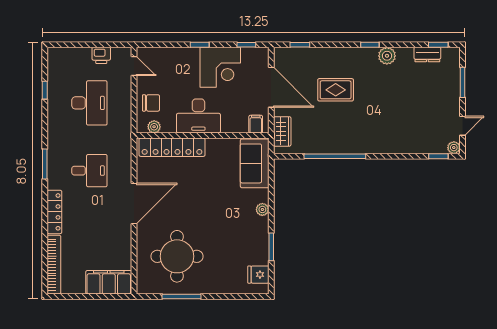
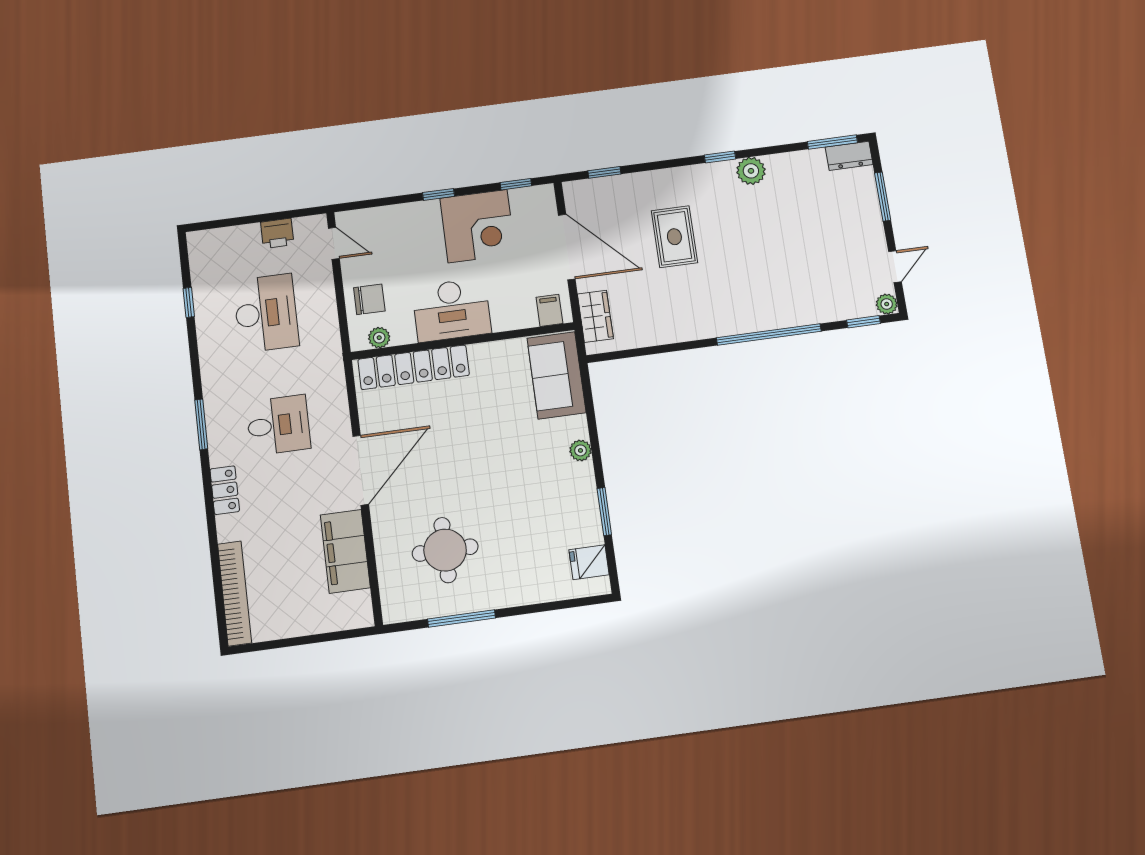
window: (438, 45) -> (832, 142), width x1.50
dresser: (427, 55) -> (849, 156), moved
rug: (336, 90) -> (674, 237), turned 90
window: (335, 156) -> (769, 335), moved
locker: (54, 212) -> (225, 490), width x0.66
round table: (177, 256) -> (445, 550), width x0.73, depth x0.73
filing cabinet: (109, 282) -> (345, 551), moved, turned -90

